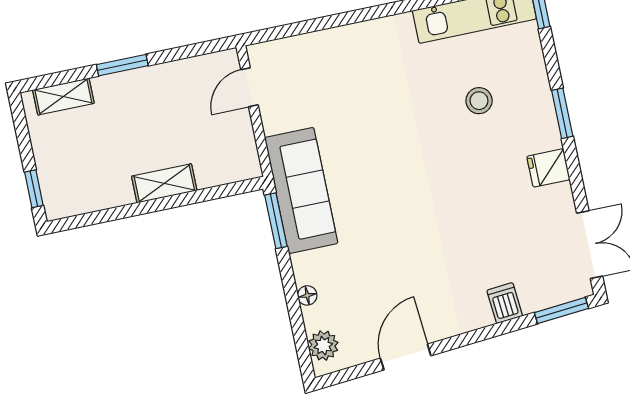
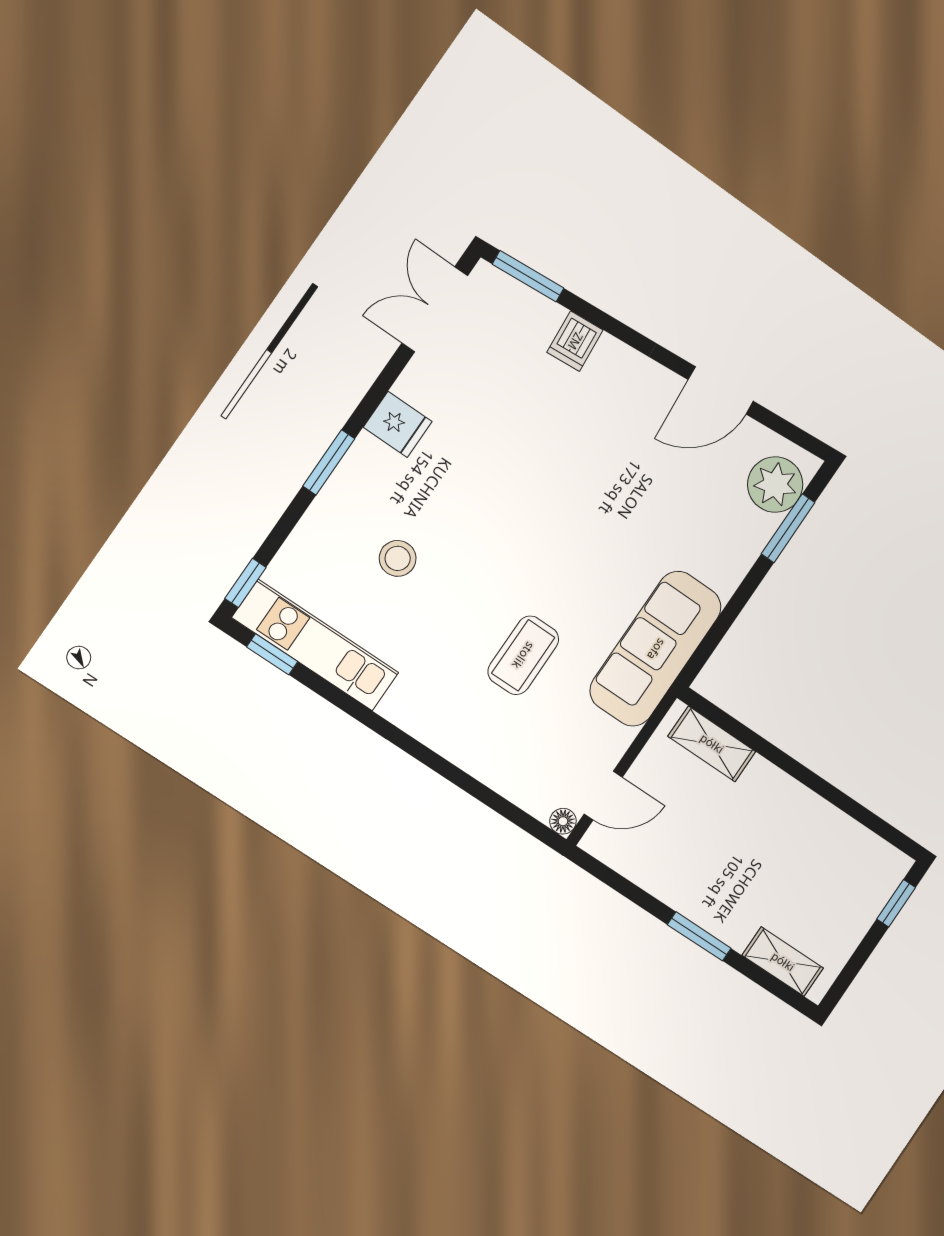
coffee table: (365, 117) -> (523, 655), added
shelving: (164, 183) -> (712, 744), moved
window: (276, 221) -> (788, 528), moved
floor lamp: (307, 295) -> (563, 821), moved
plant: (323, 346) -> (775, 485), width x1.36, depth x1.36

